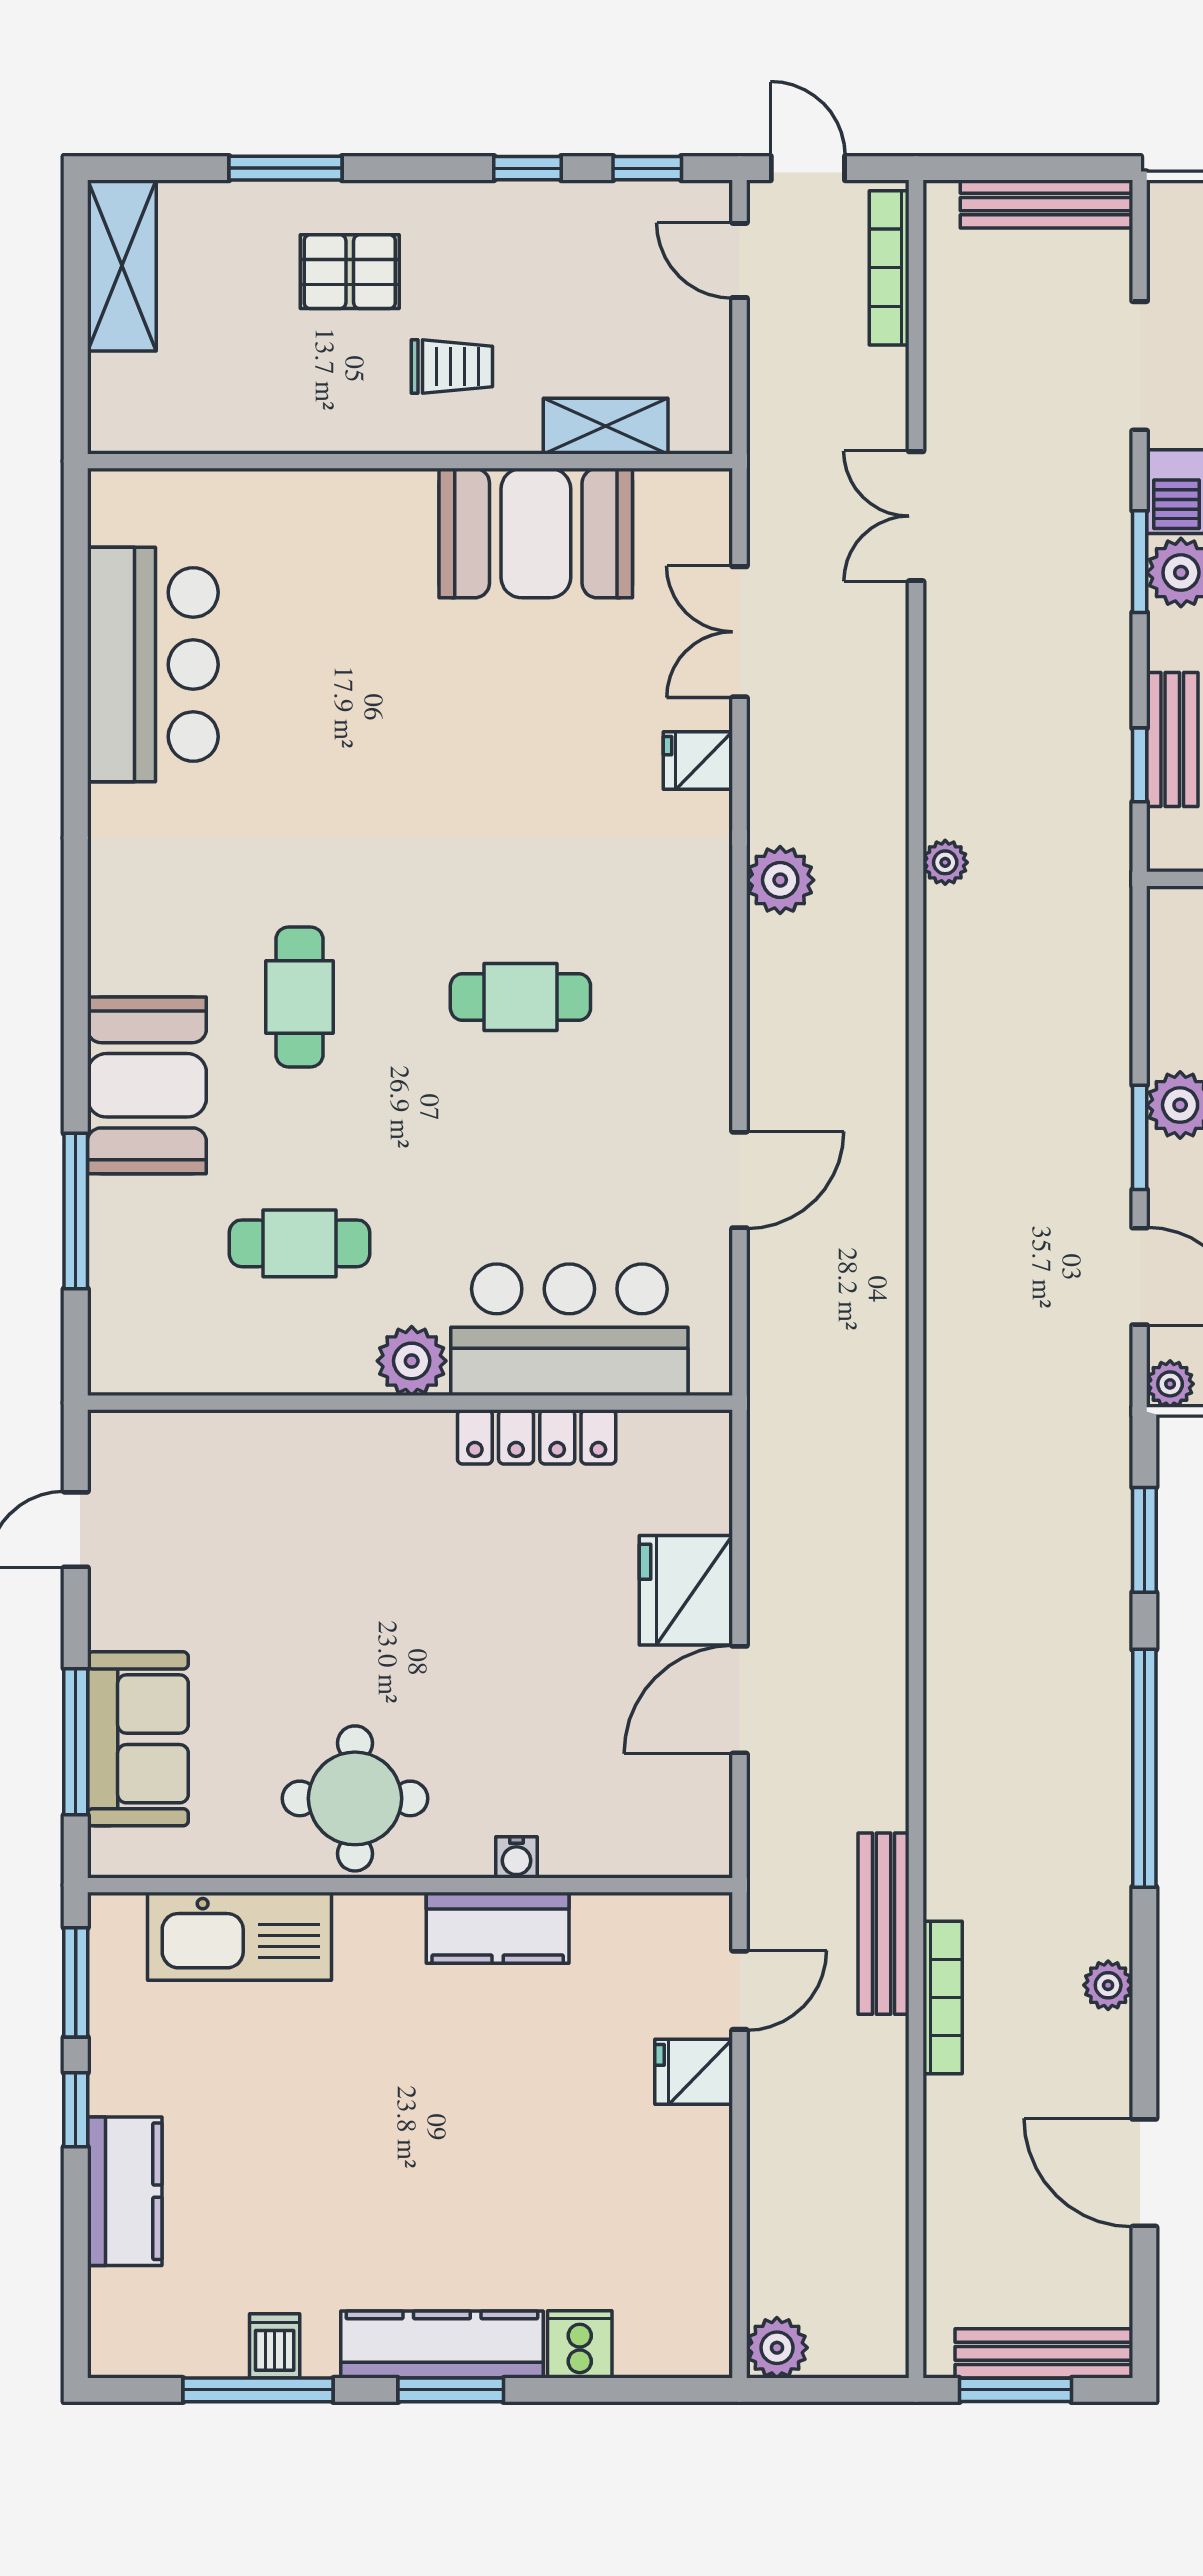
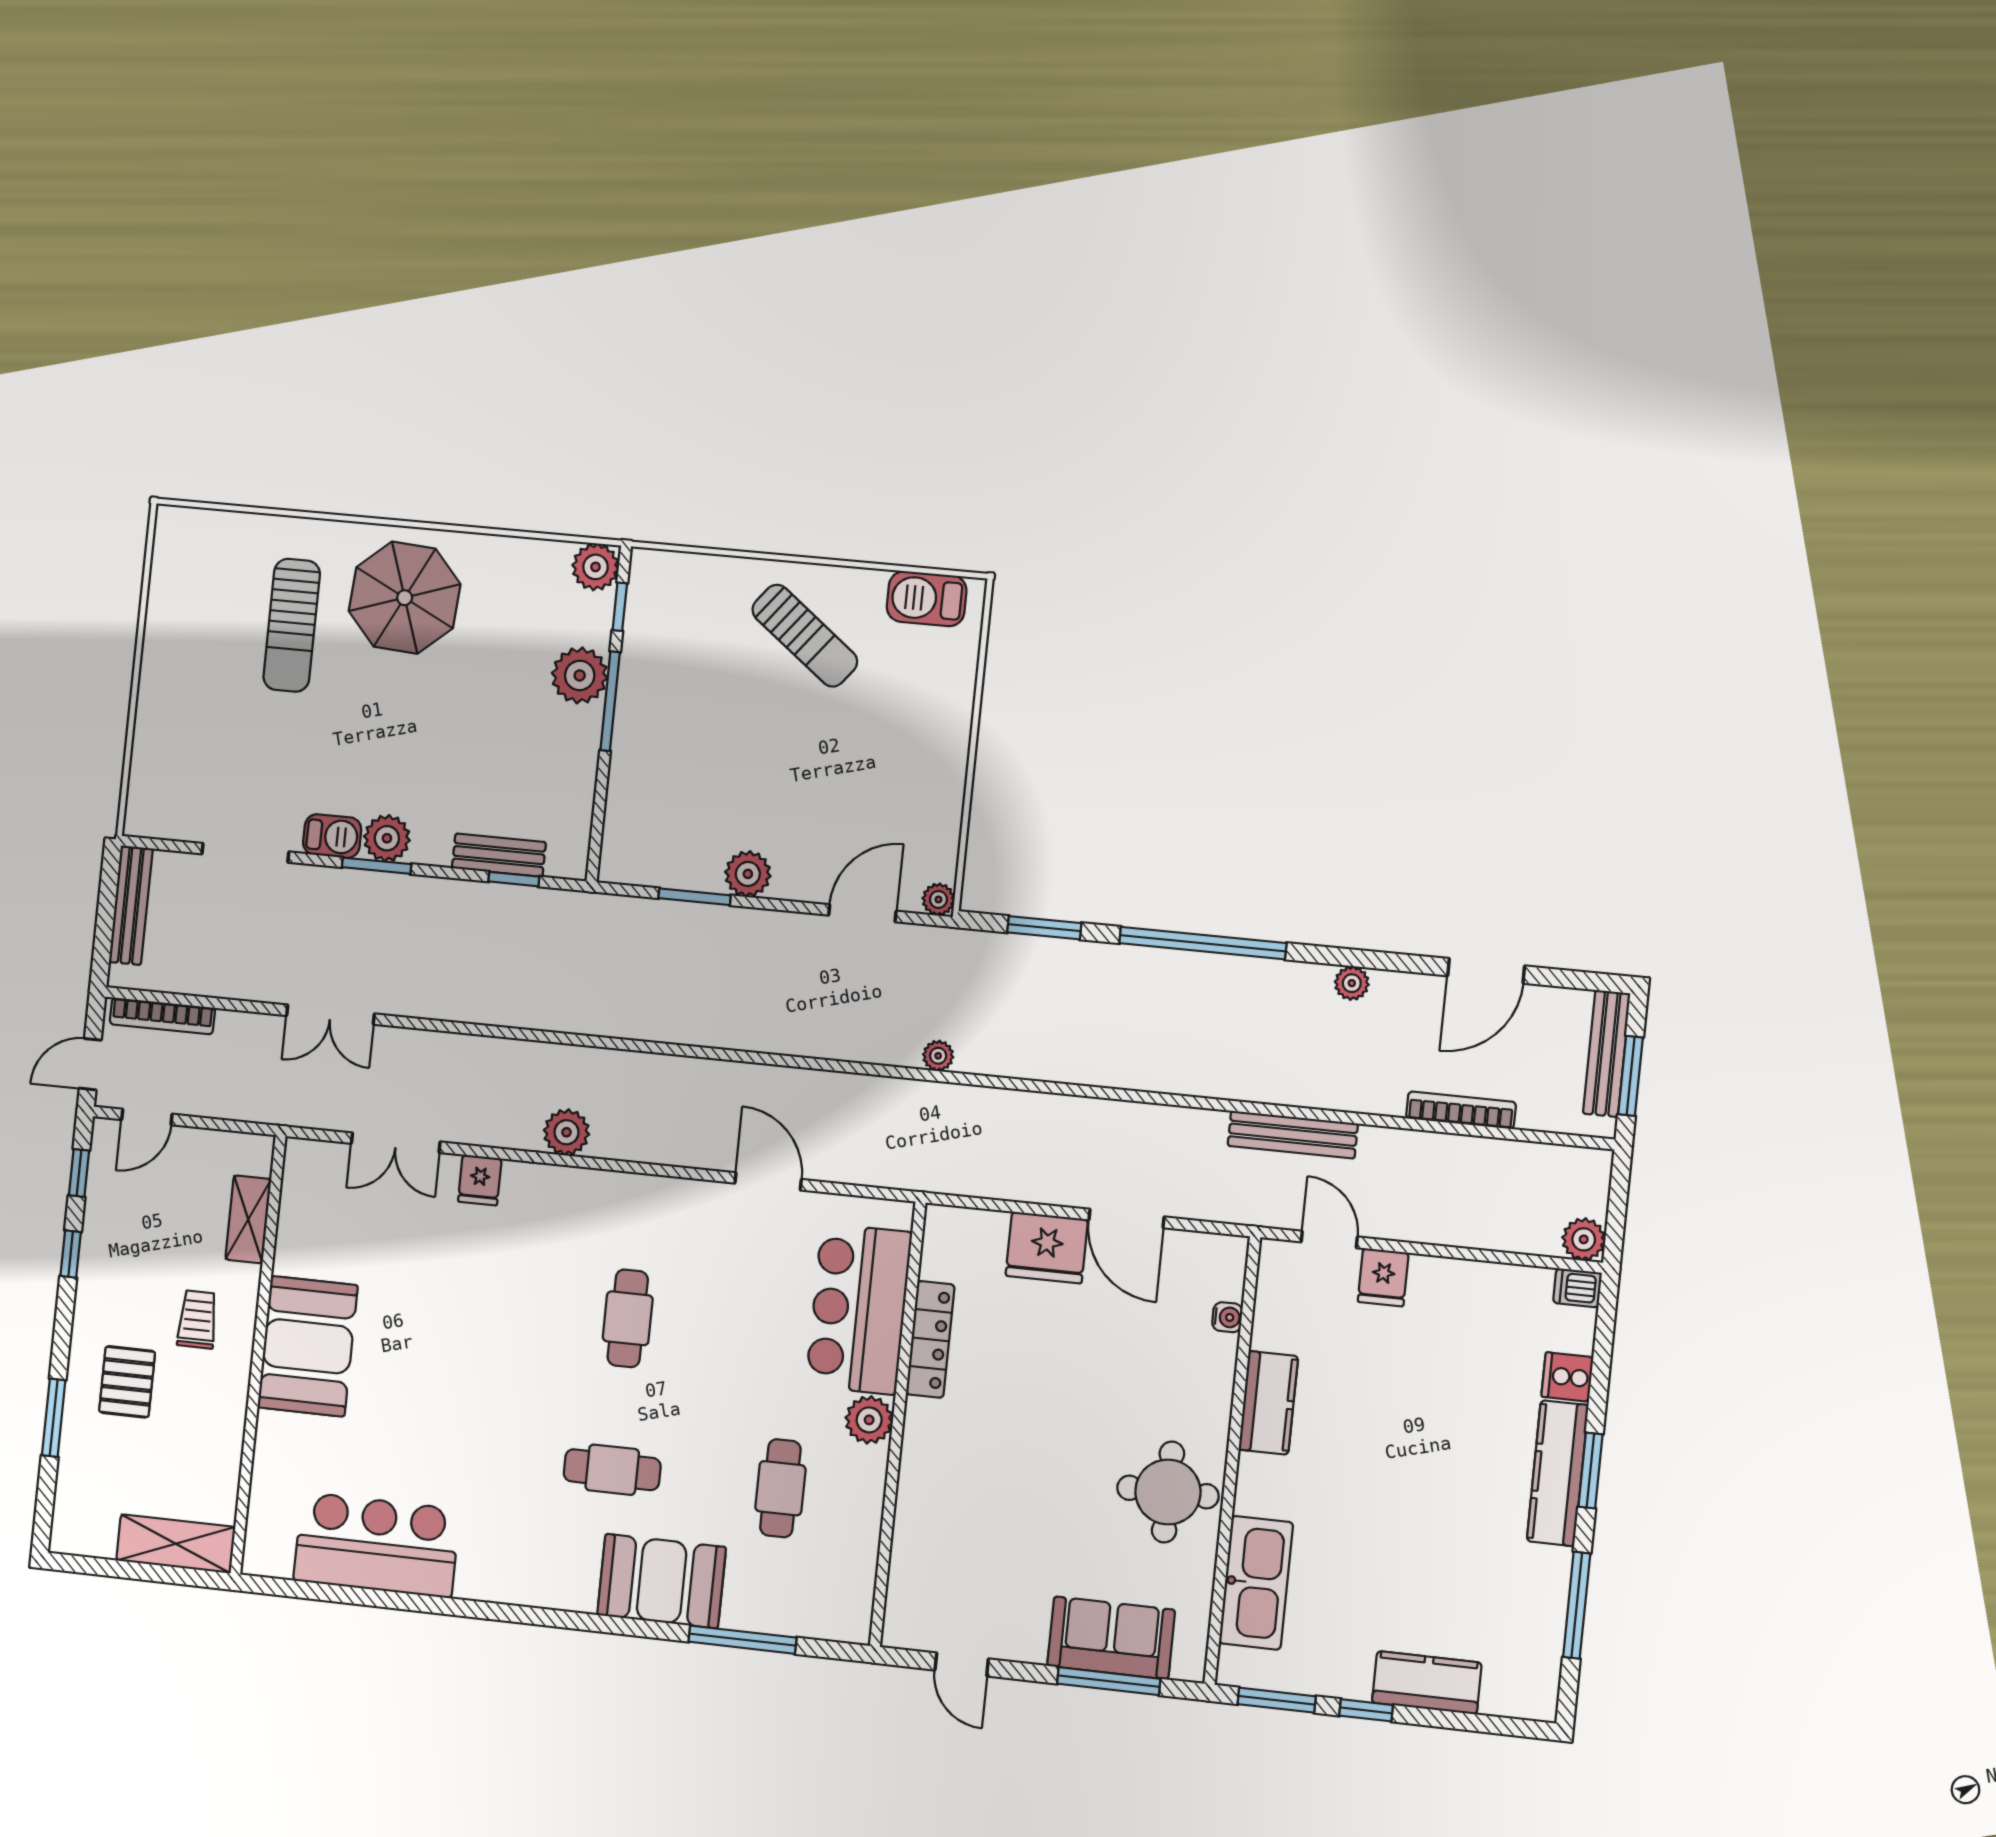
shelving: (122, 266) -> (176, 1544), moved
booth: (536, 533) -> (308, 1346), moved
plant: (945, 862) -> (938, 1056), moved
window: (1140, 1137) -> (695, 897), moved
water cooler: (517, 1857) -> (1227, 1317), moved
bookcase: (943, 1997) -> (1461, 1110), moved
dishwasher: (275, 2346) -> (1577, 1288), moved

